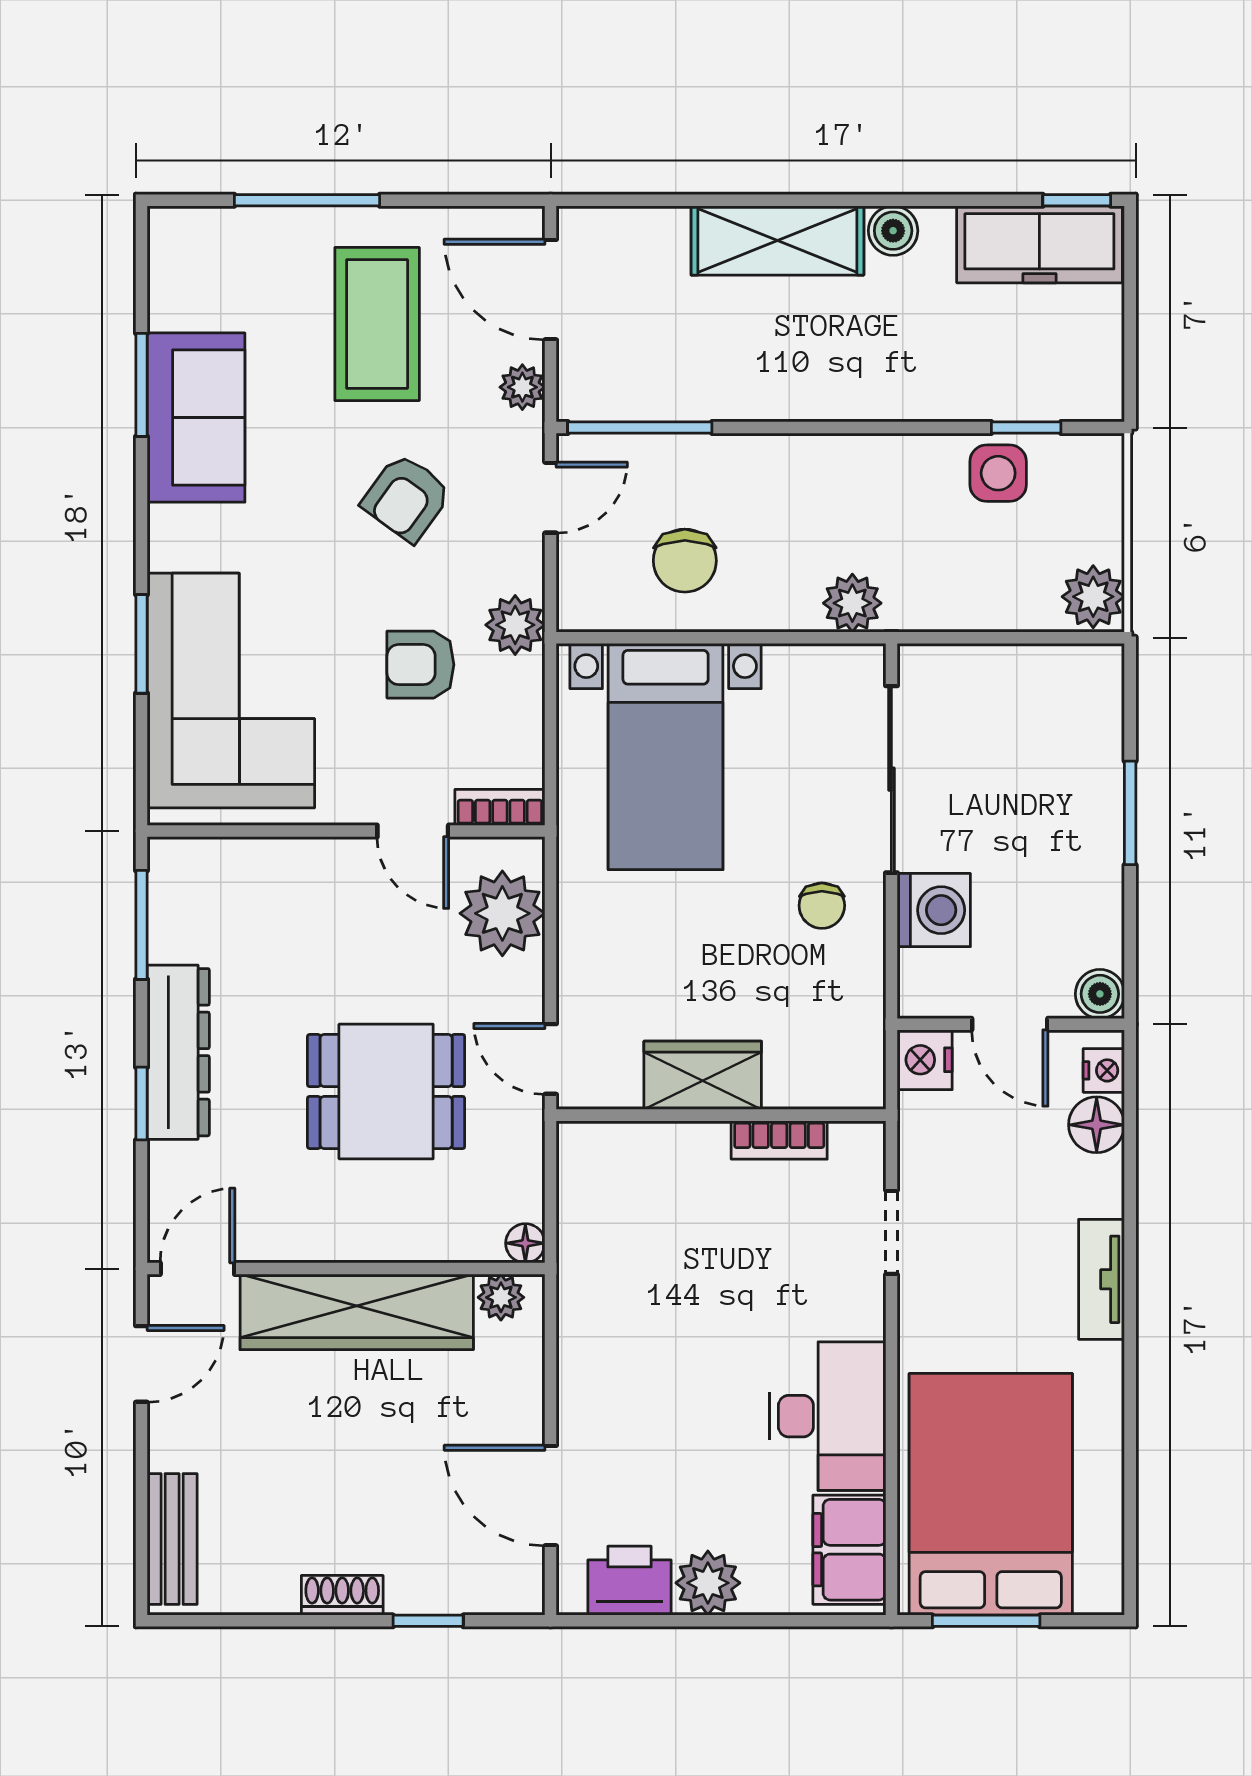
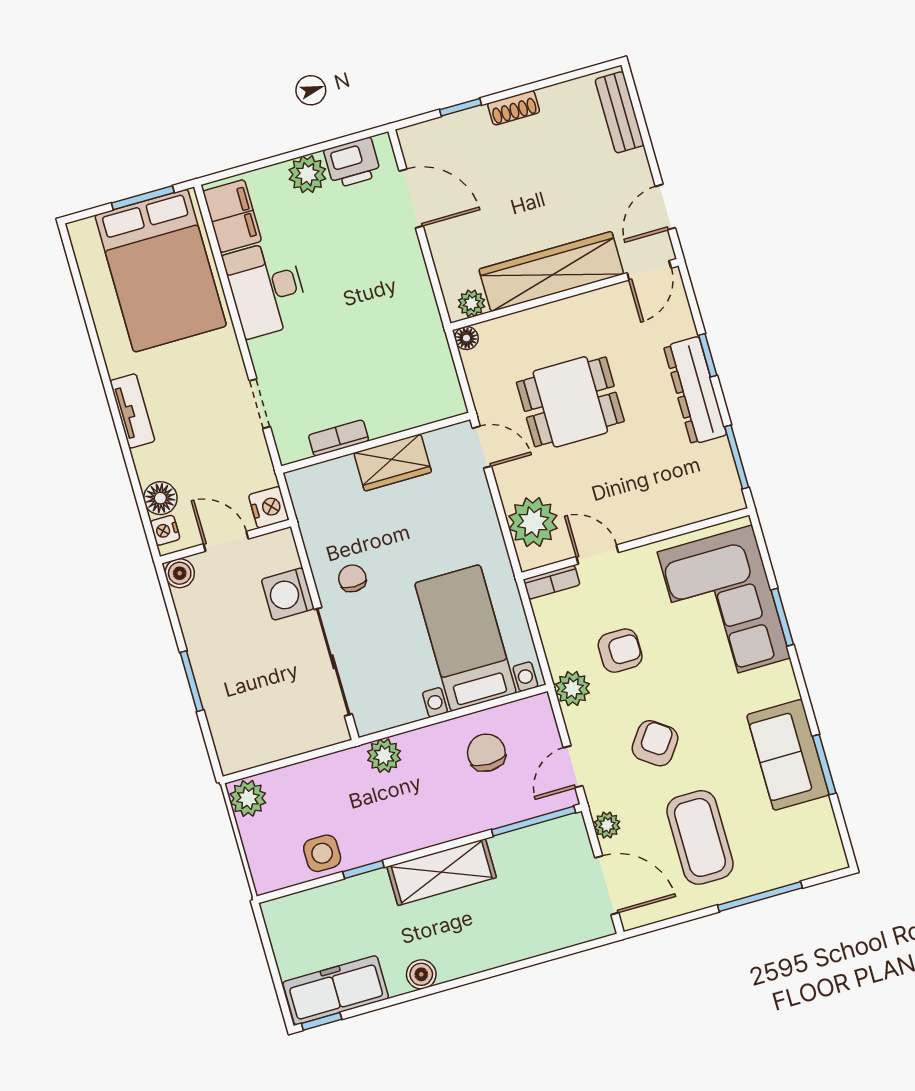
shelving: (777, 240) -> (442, 872), moved
window: (1026, 428) -> (363, 870), moved

